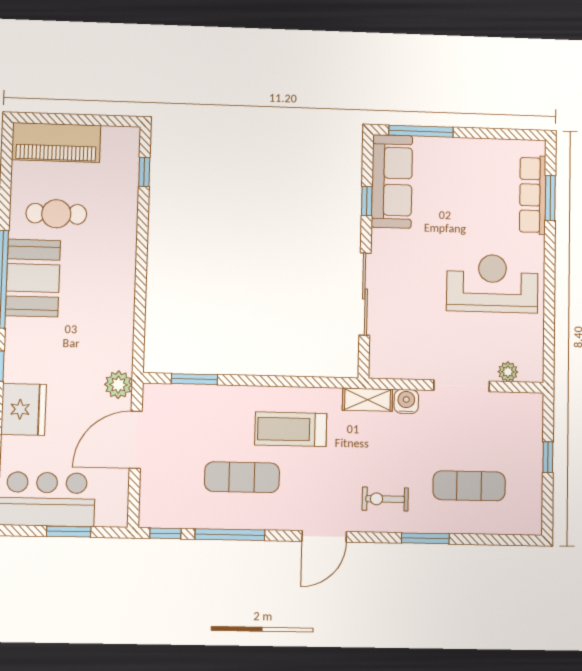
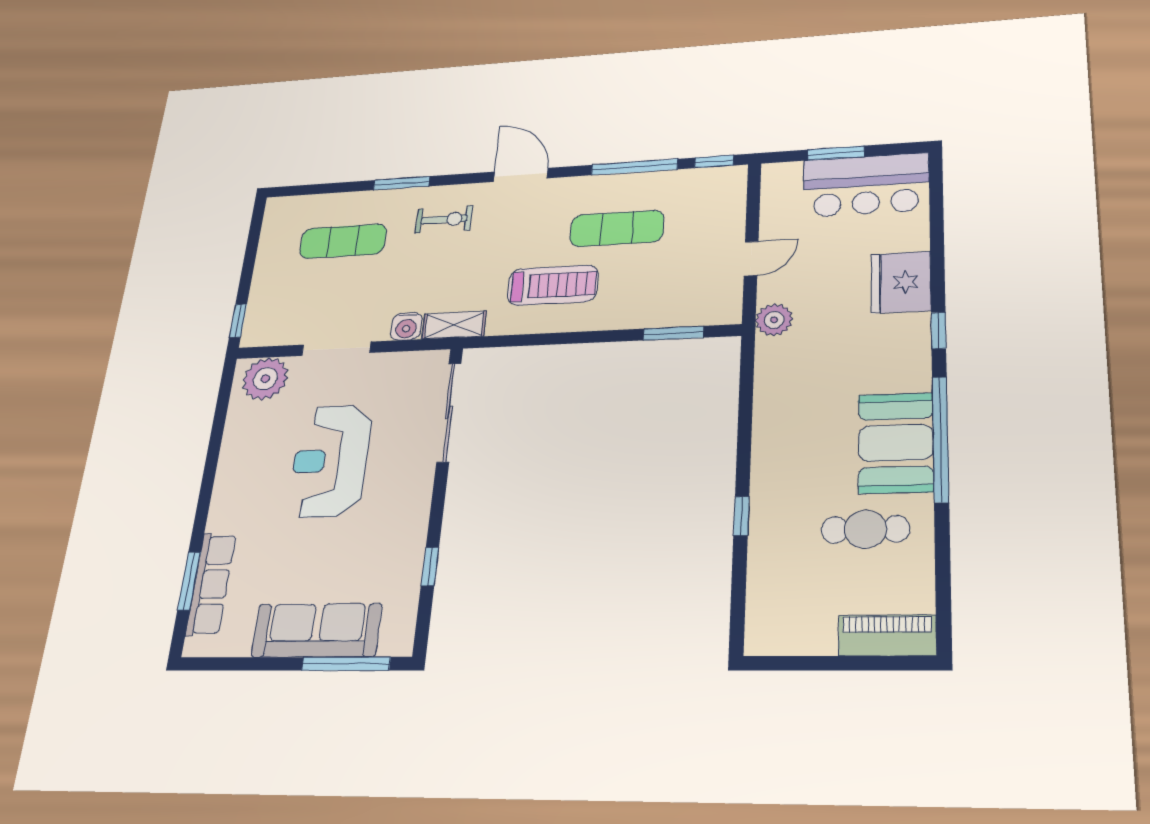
piano: (56, 143) -> (887, 635), width x0.73, depth x0.75
window: (144, 172) -> (741, 516), moved
sofa: (392, 181) -> (316, 630), moved, turned 90
reception desk: (492, 283) -> (330, 461), moved, turned 90
sliding door: (365, 294) -> (449, 412), moved
plant: (508, 372) -> (265, 379), width x1.88, depth x1.88
door: (136, 440) -> (751, 259), width x0.53
window: (548, 457) -> (238, 321), moved
door: (324, 536) -> (521, 175), hinge flipped

